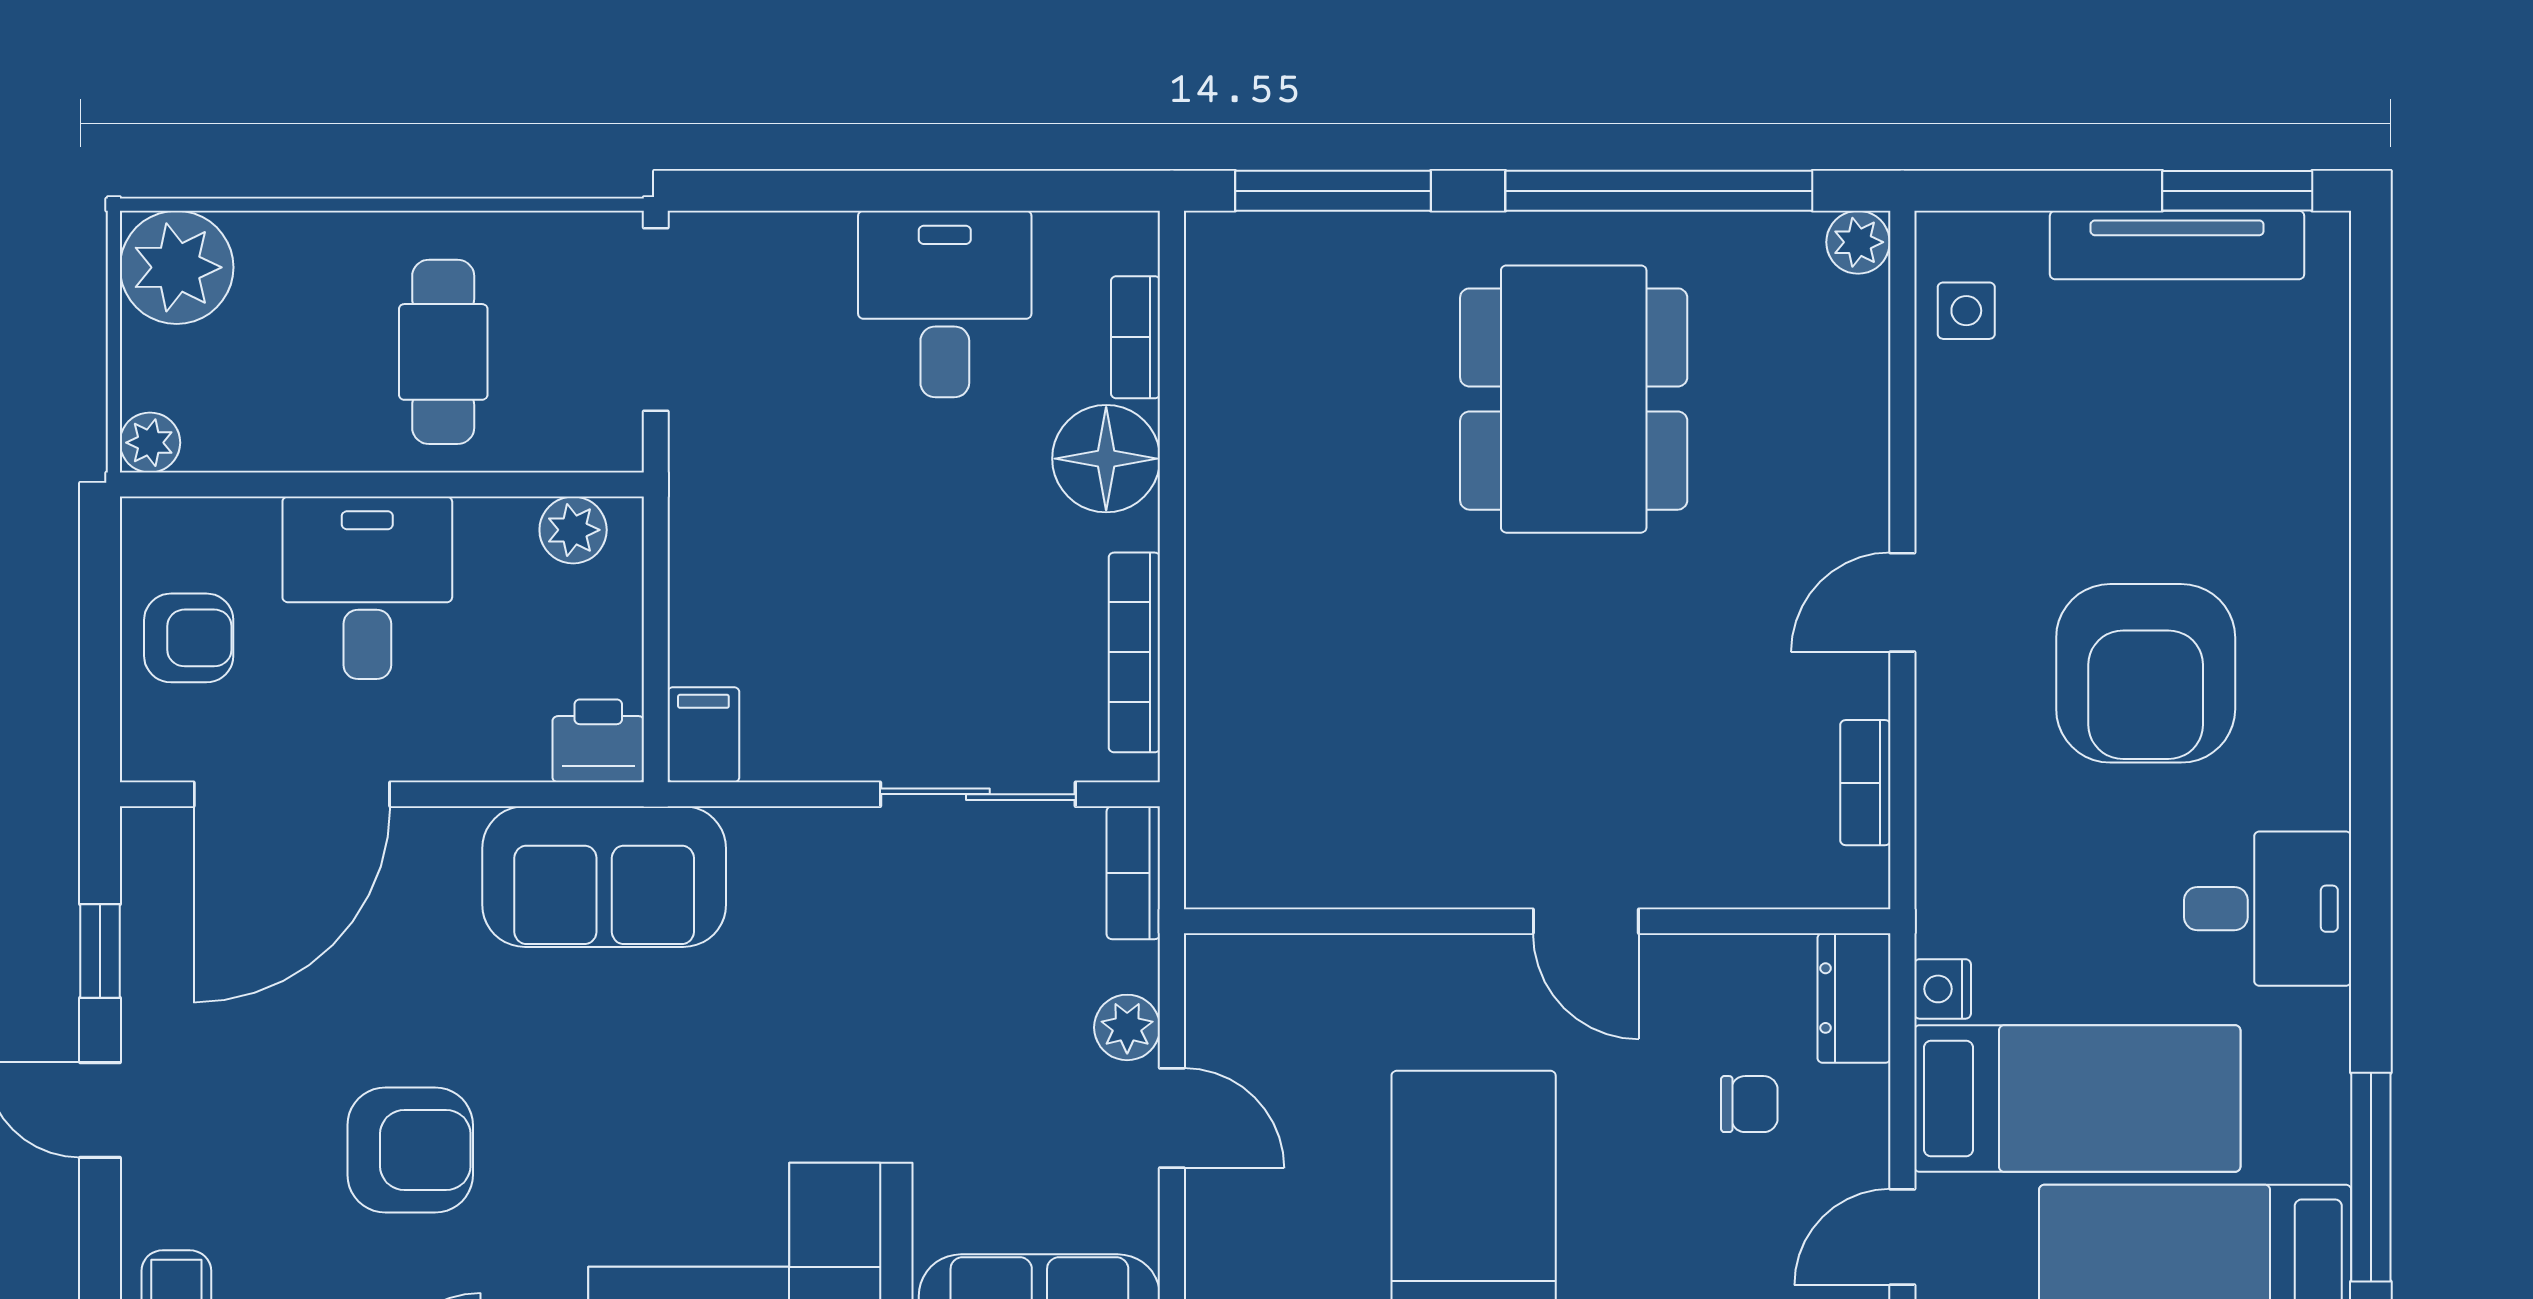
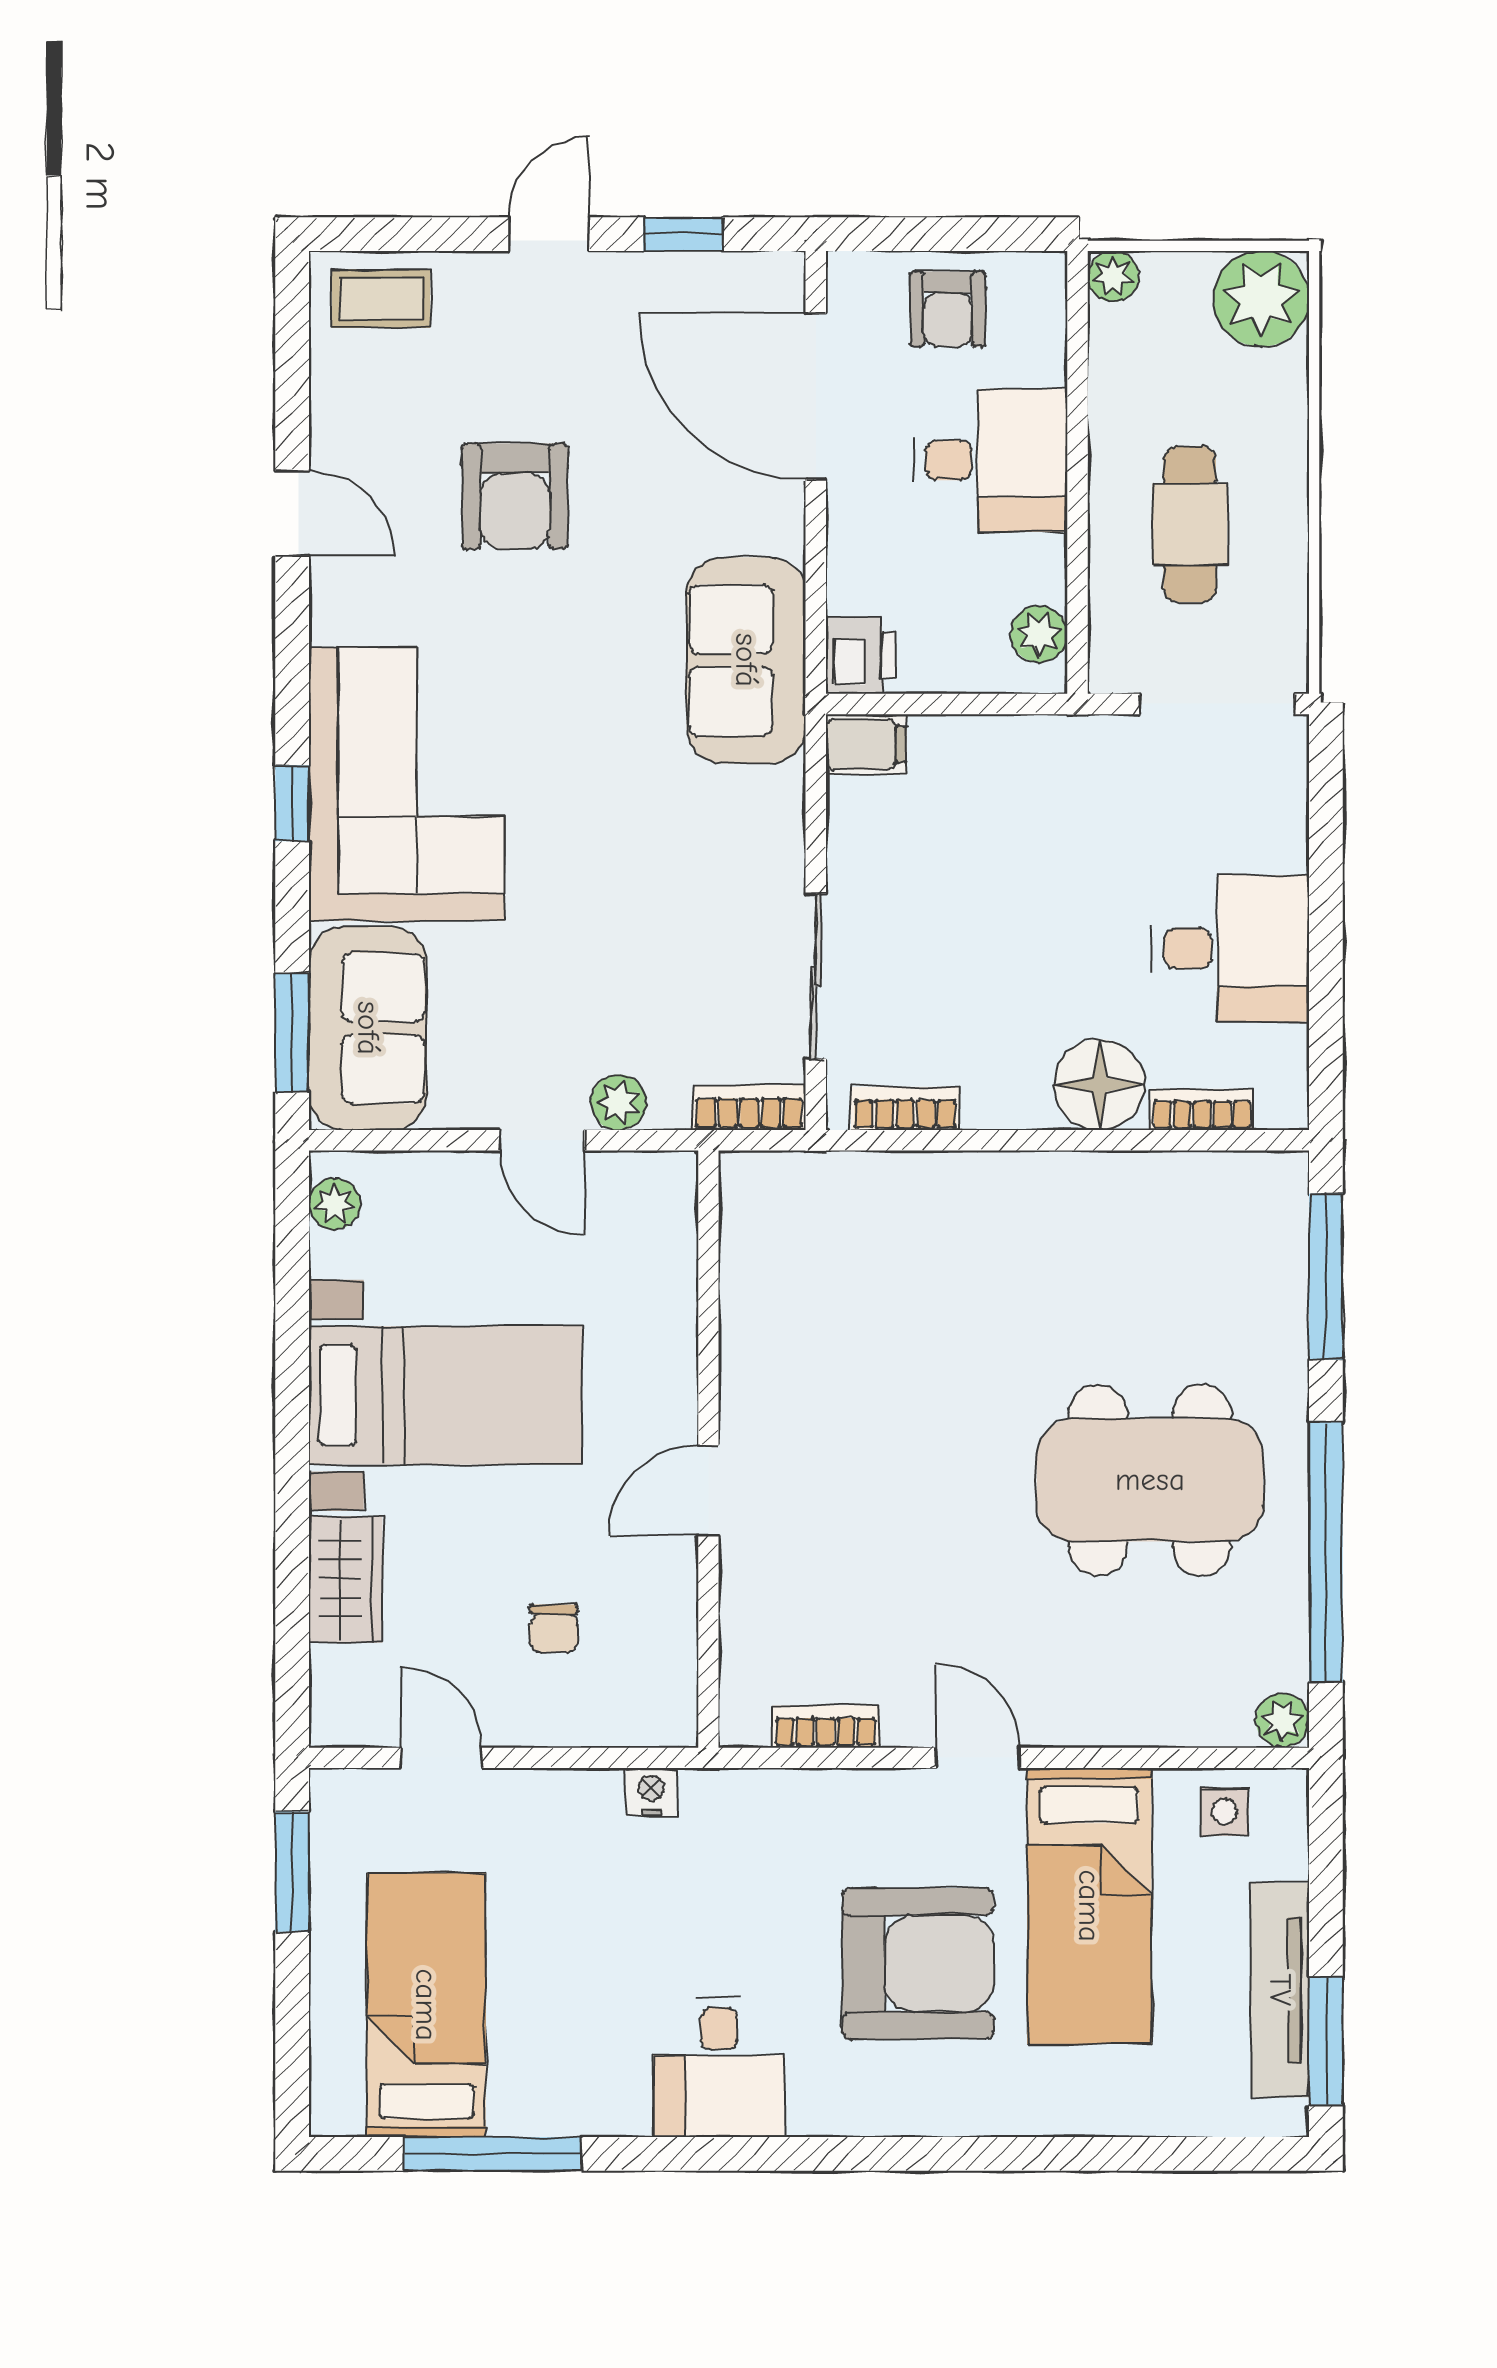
cafe table: (443, 352) -> (1190, 524), turned 90
bookcase: (1134, 652) -> (905, 1109), width x0.64
armchair: (2146, 673) -> (918, 1964), turned 180
dresser: (1854, 998) -> (643, 1717), removed
bed: (2077, 1098) -> (1089, 1906), moved
door: (1172, 1118) -> (542, 1140), hinge flipped

